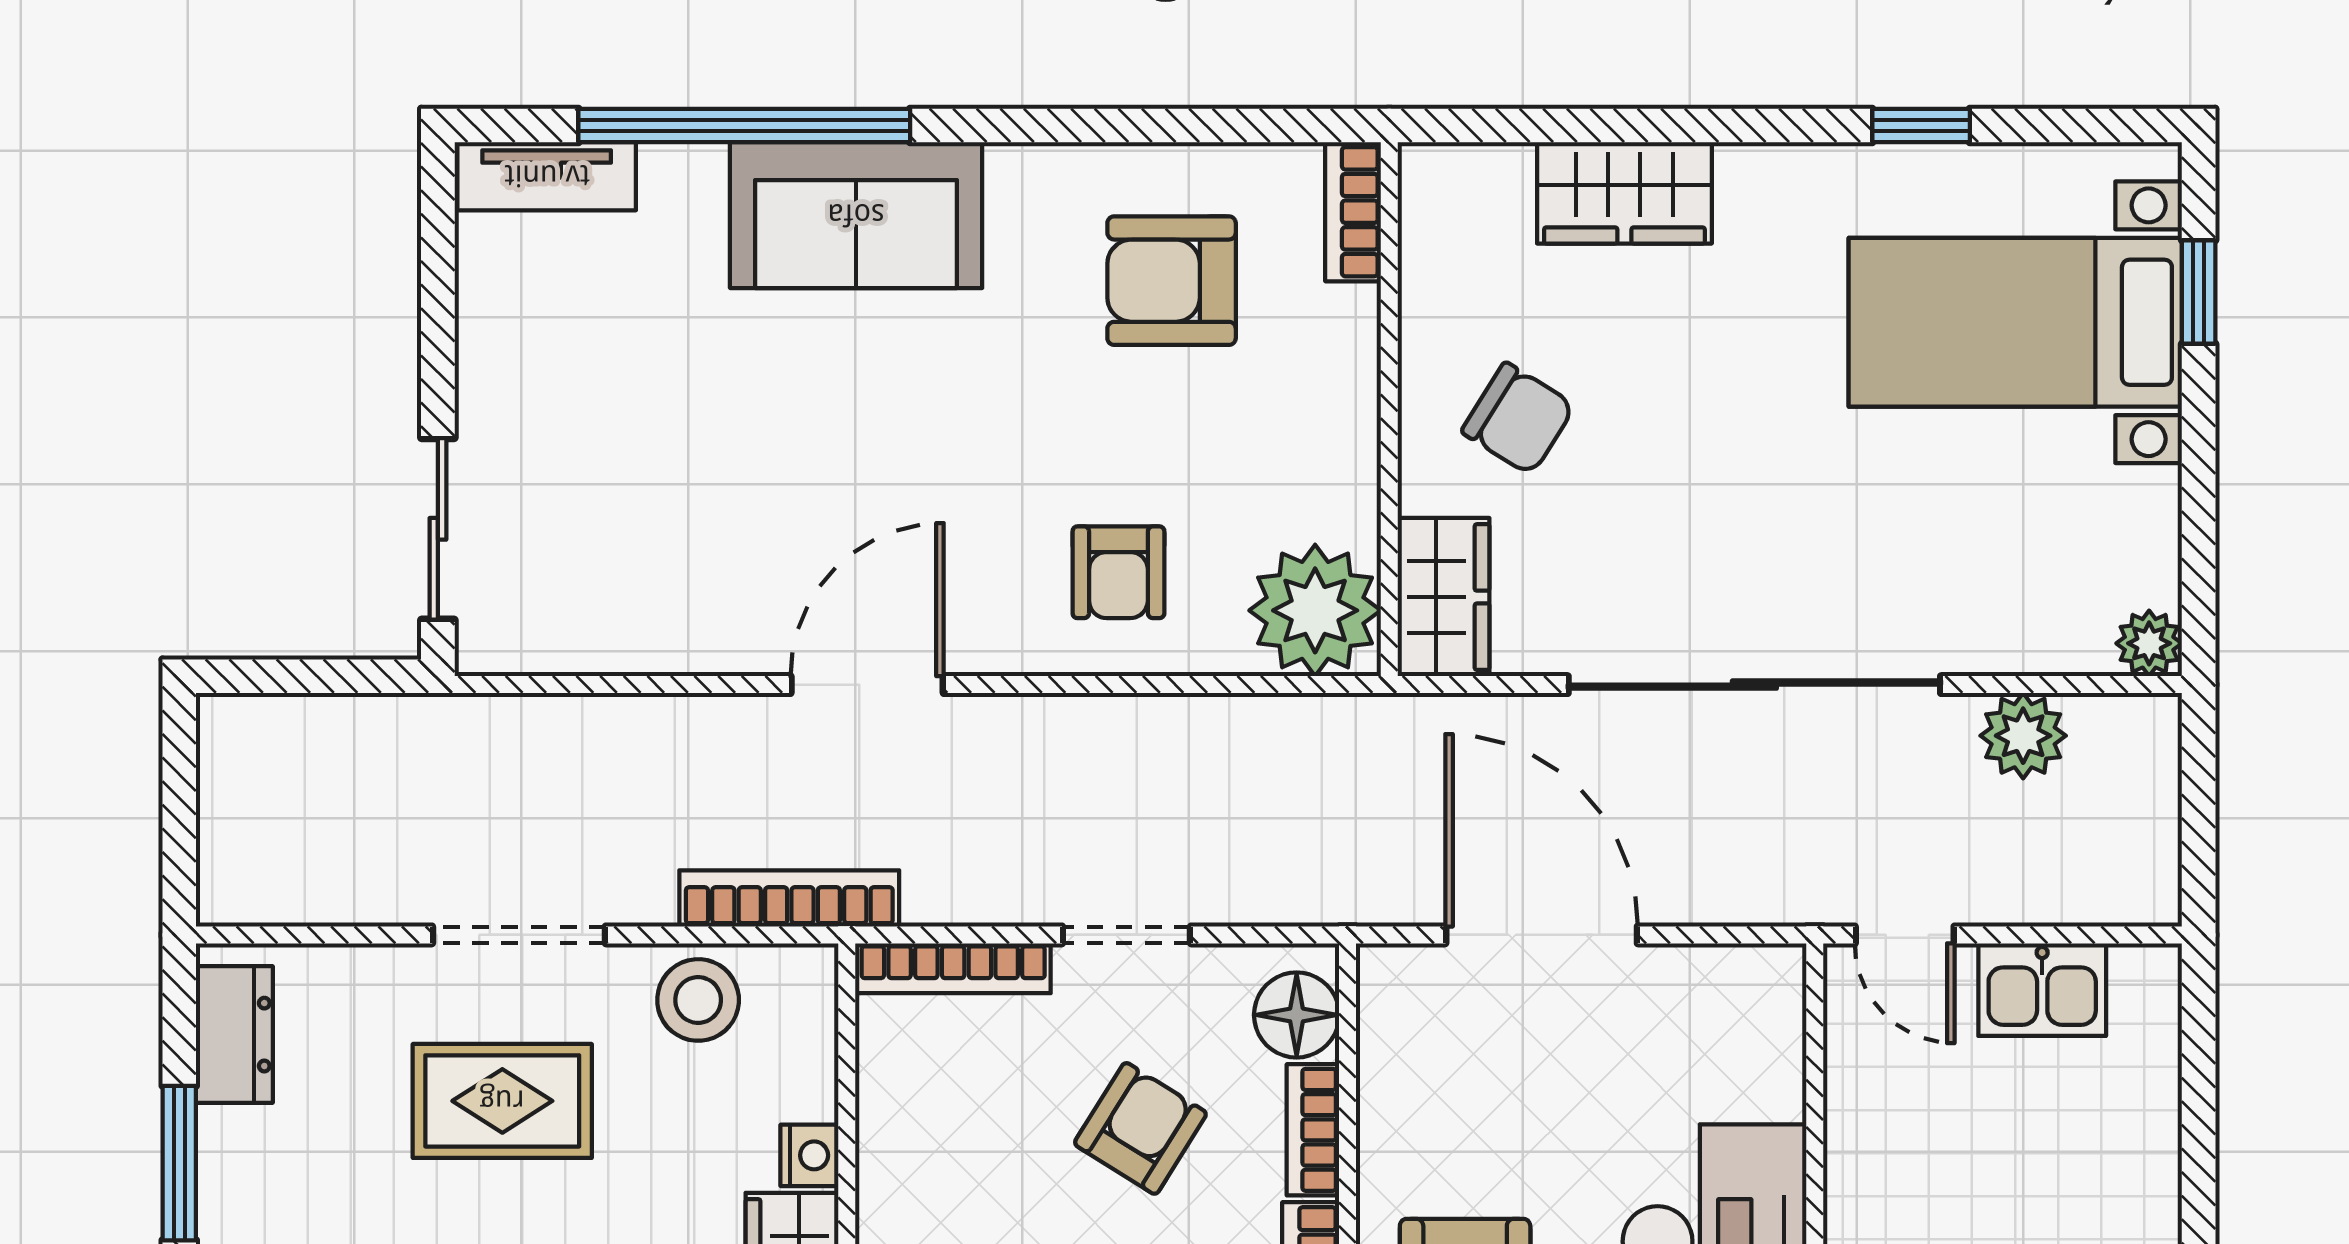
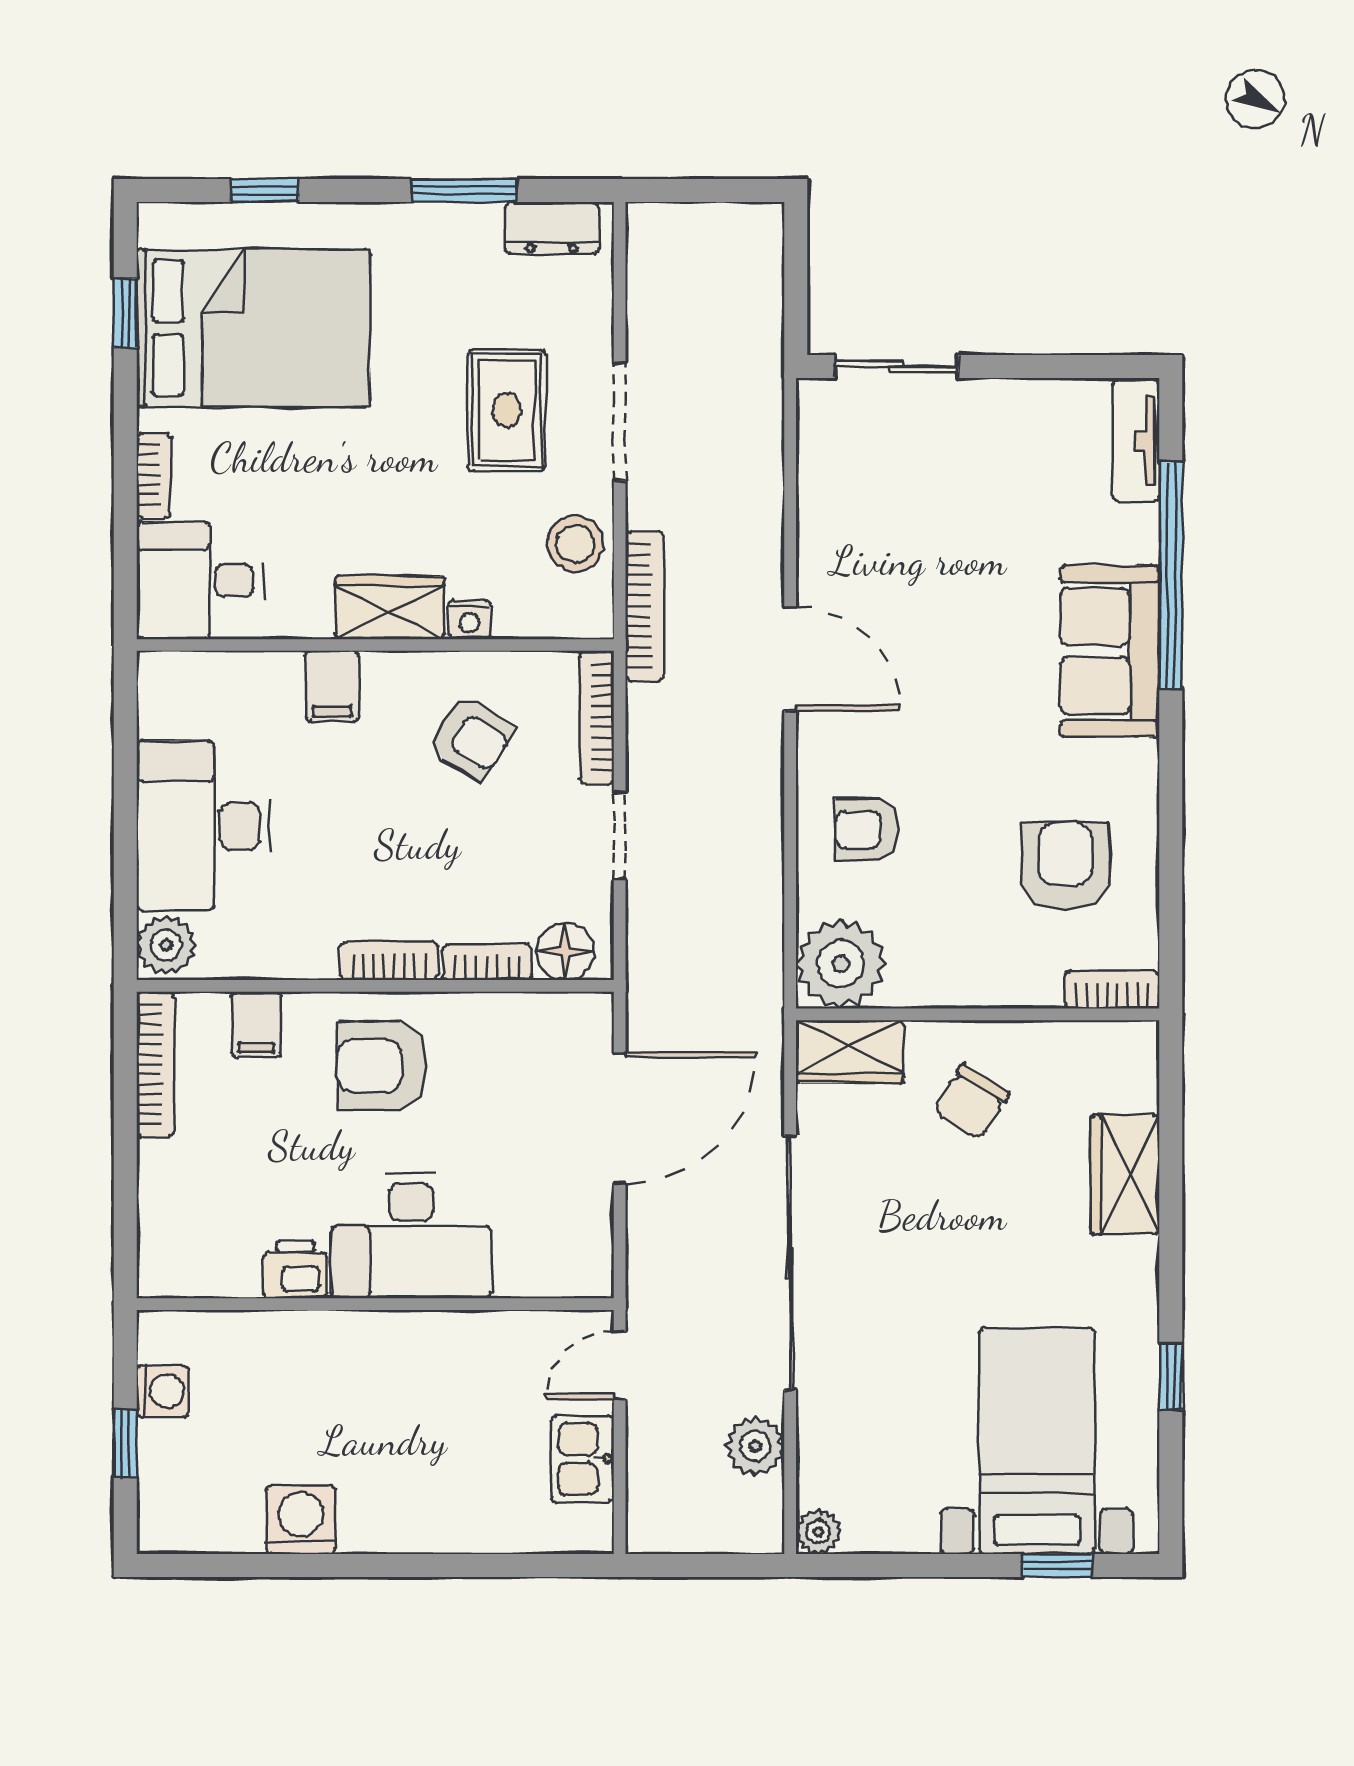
armchair: (1140, 1128) -> (471, 738), moved

